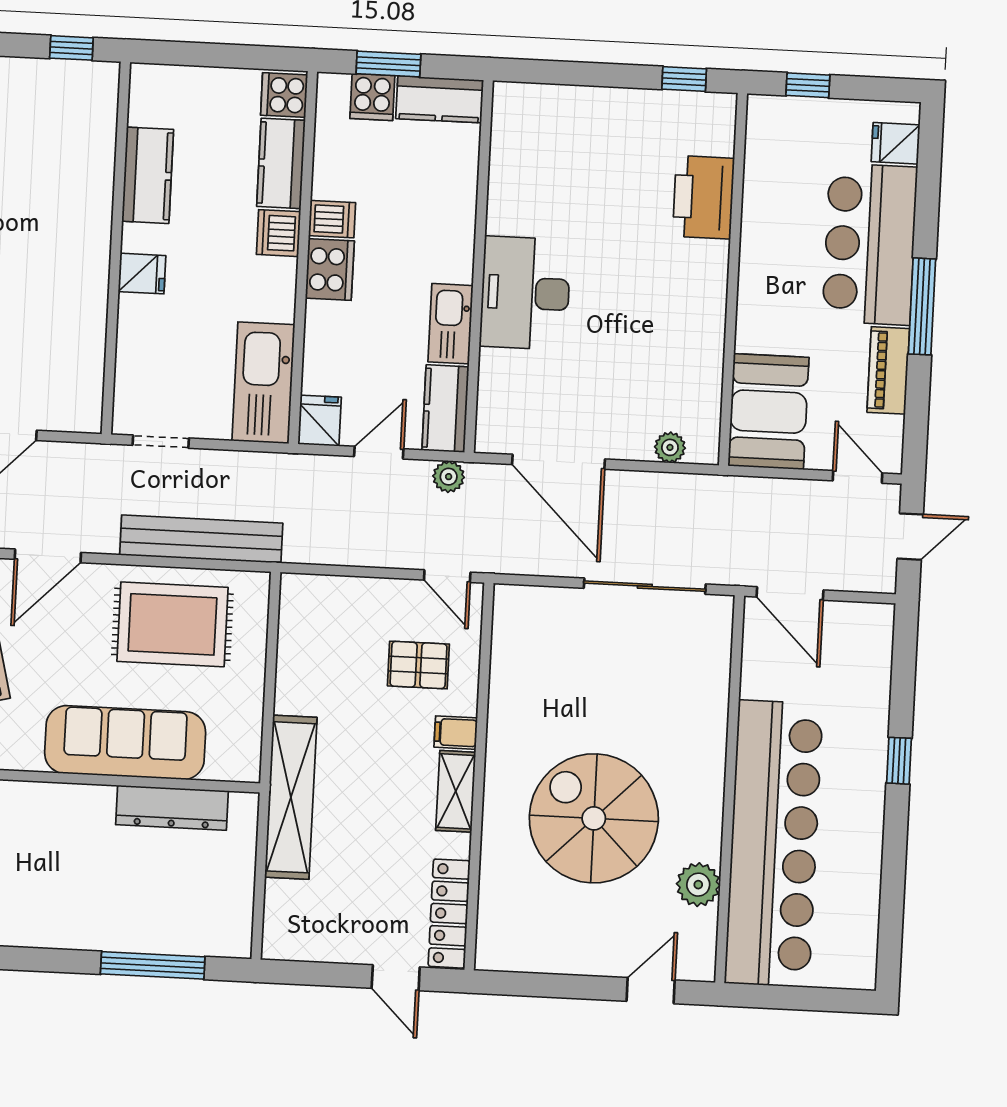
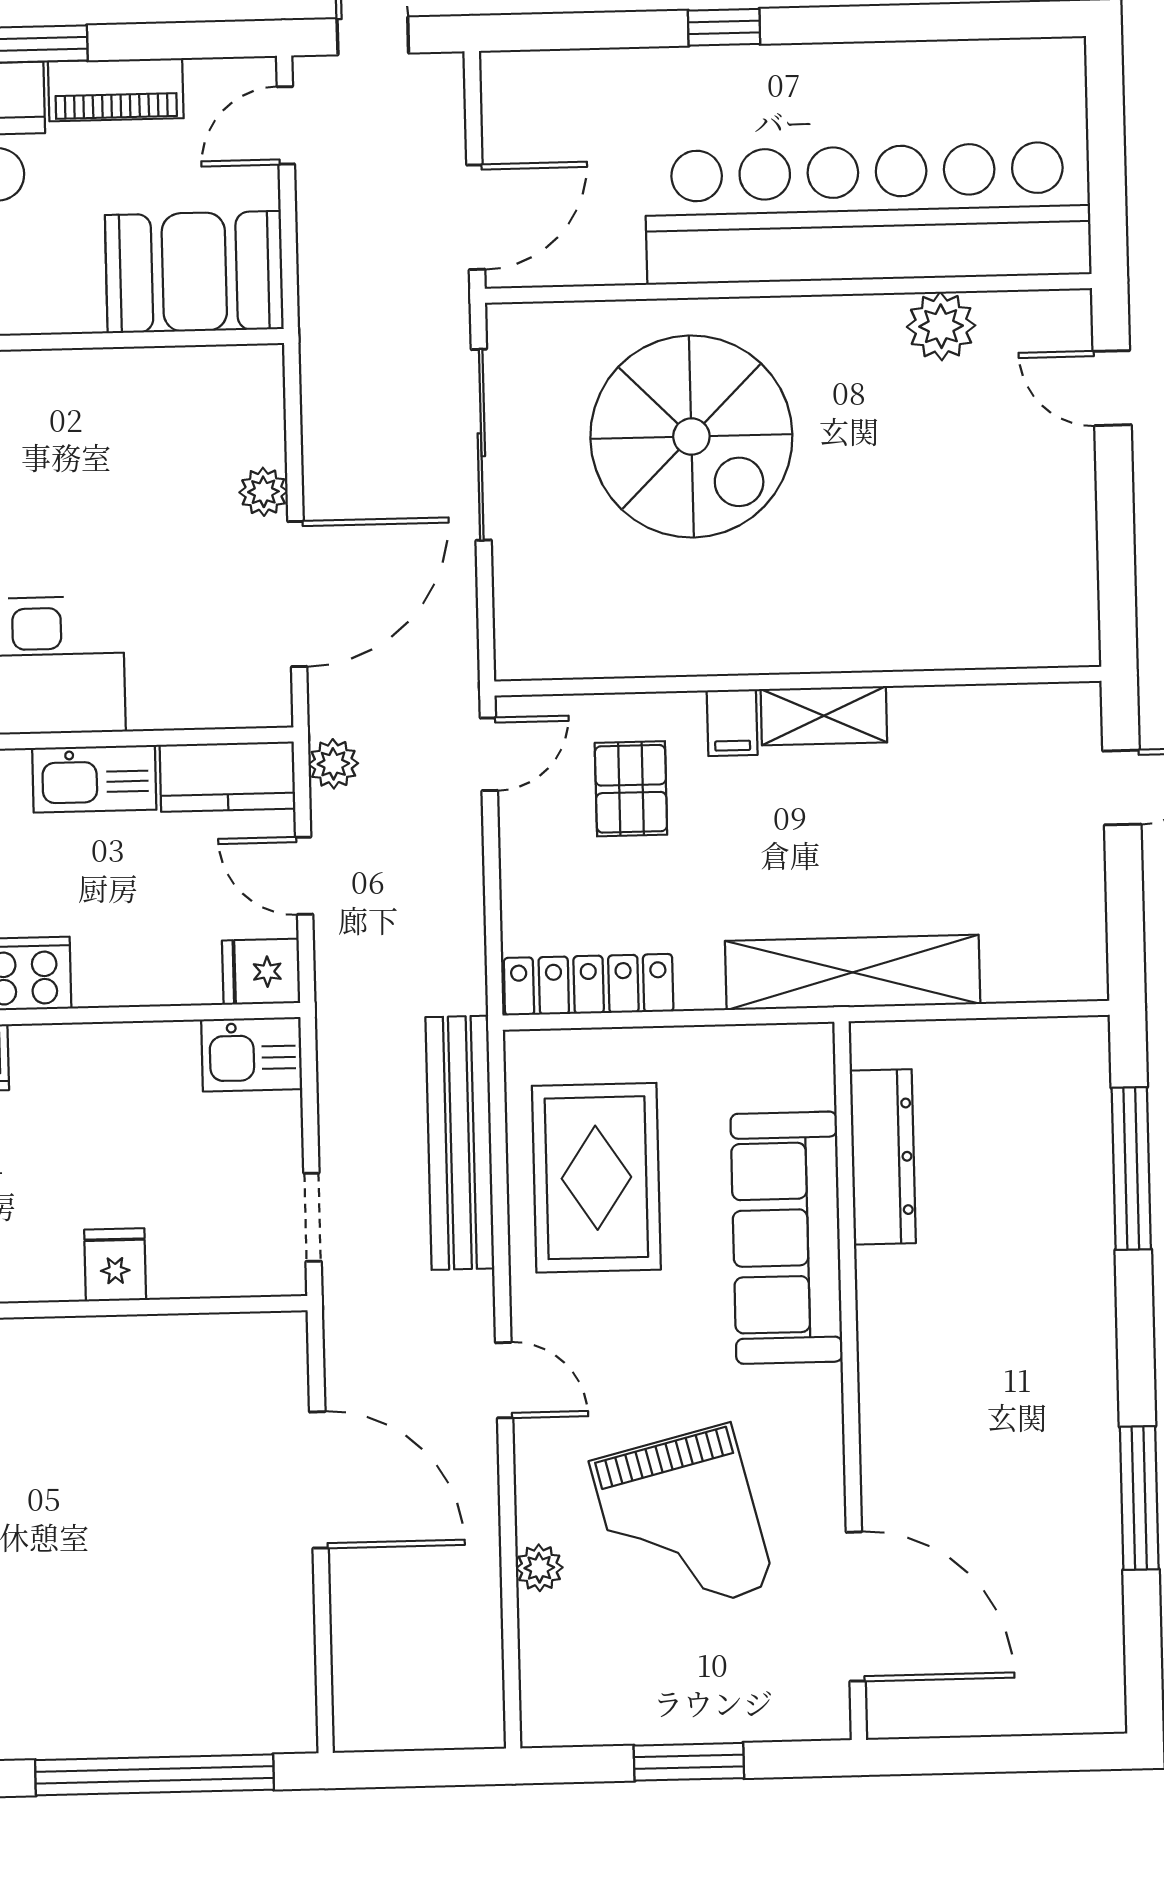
fridge: (142, 274) -> (115, 1265), moved
kitchen sink: (263, 383) -> (252, 1054), width x0.53, depth x0.81
plant: (670, 447) -> (263, 492), moved
door: (48, 556) -> (504, 1380), width x0.73
spiral stairs: (594, 818) -> (691, 437), moved, turned -90
locker: (449, 914) -> (589, 985), moved, turned 180

